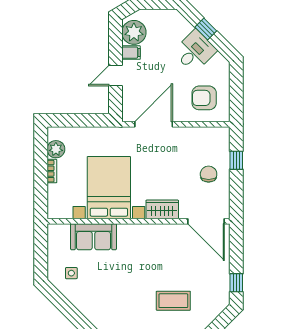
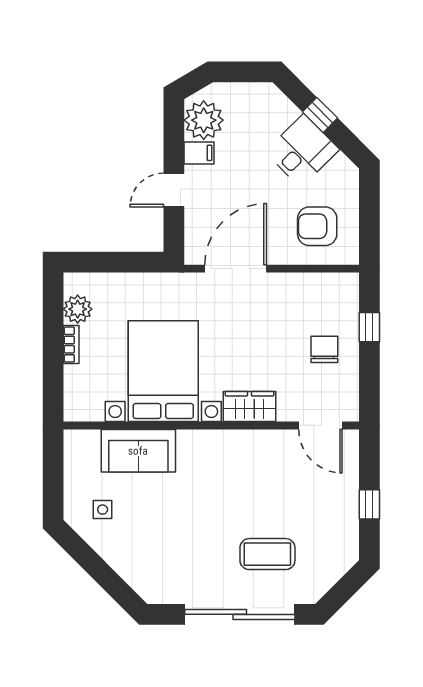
door: (206, 221) -> (320, 425), width x0.73
window: (236, 283) -> (369, 504), moved

